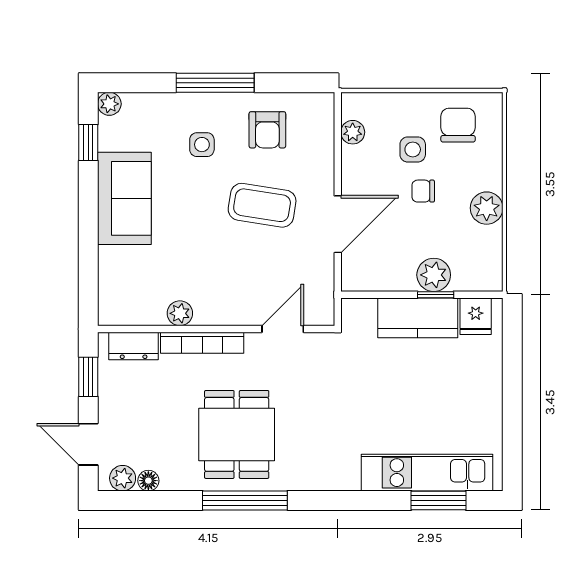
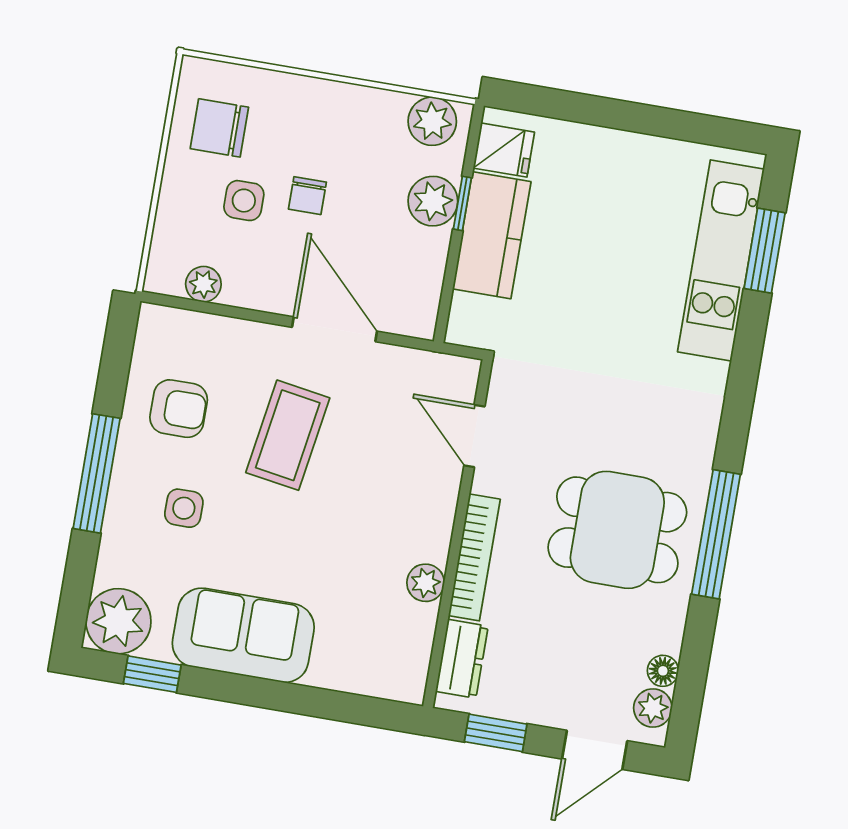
plant: (109, 104) -> (118, 621), width x1.88, depth x1.88
plant: (487, 208) -> (432, 121), moved

